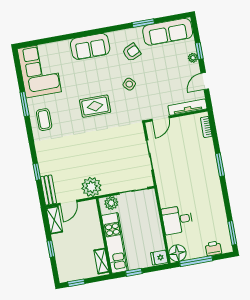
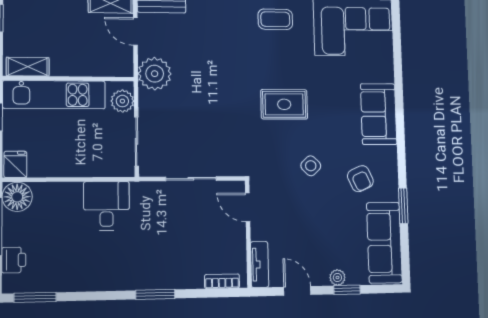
rug: (95, 106) -> (284, 104), turned 90
tv unit: (187, 107) -> (260, 264), width x0.71
desk: (177, 220) -> (106, 206), moved

